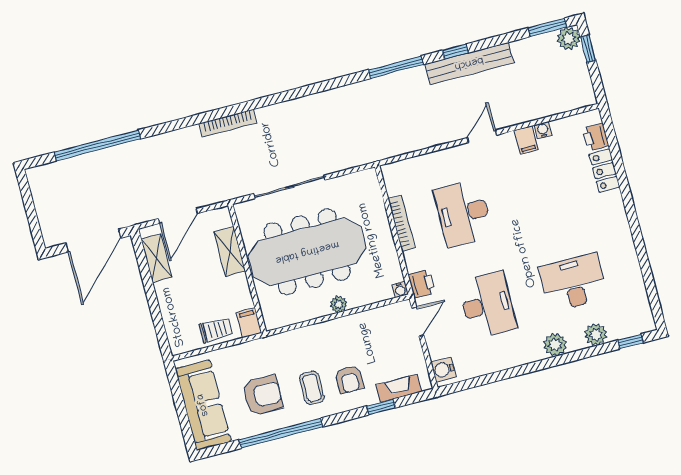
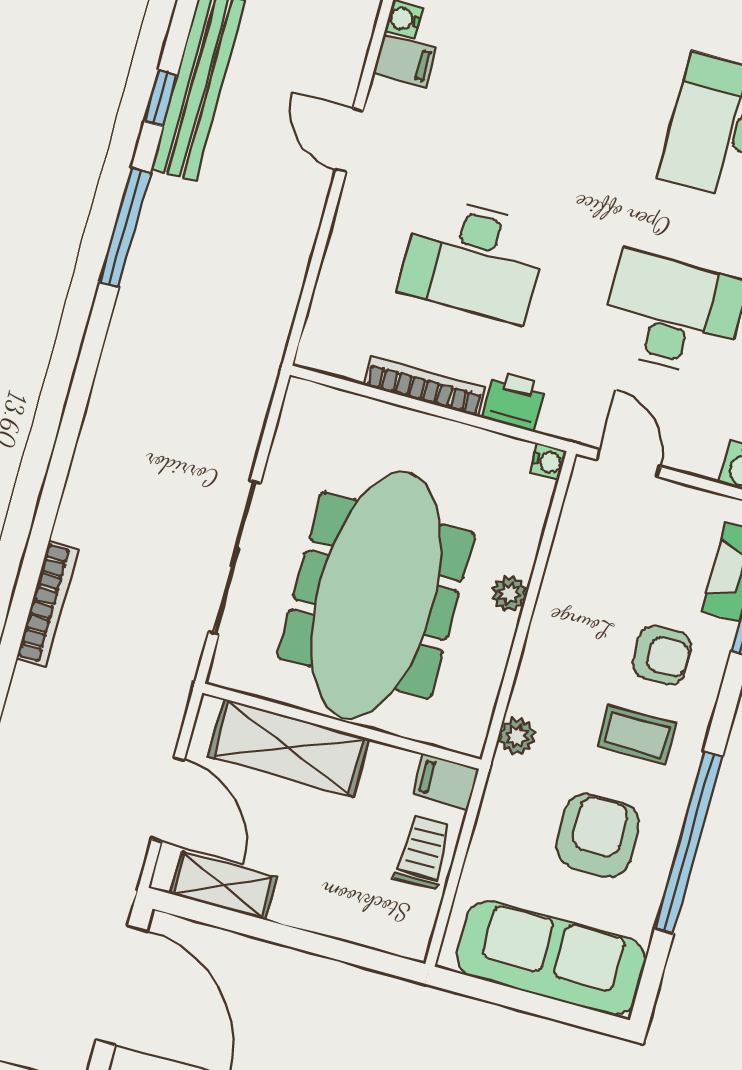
shelving: (230, 251) -> (288, 748), width x1.50, depth x1.33
printer: (422, 284) -> (514, 401), moved
plant: (284, 340) -> (517, 736), added

